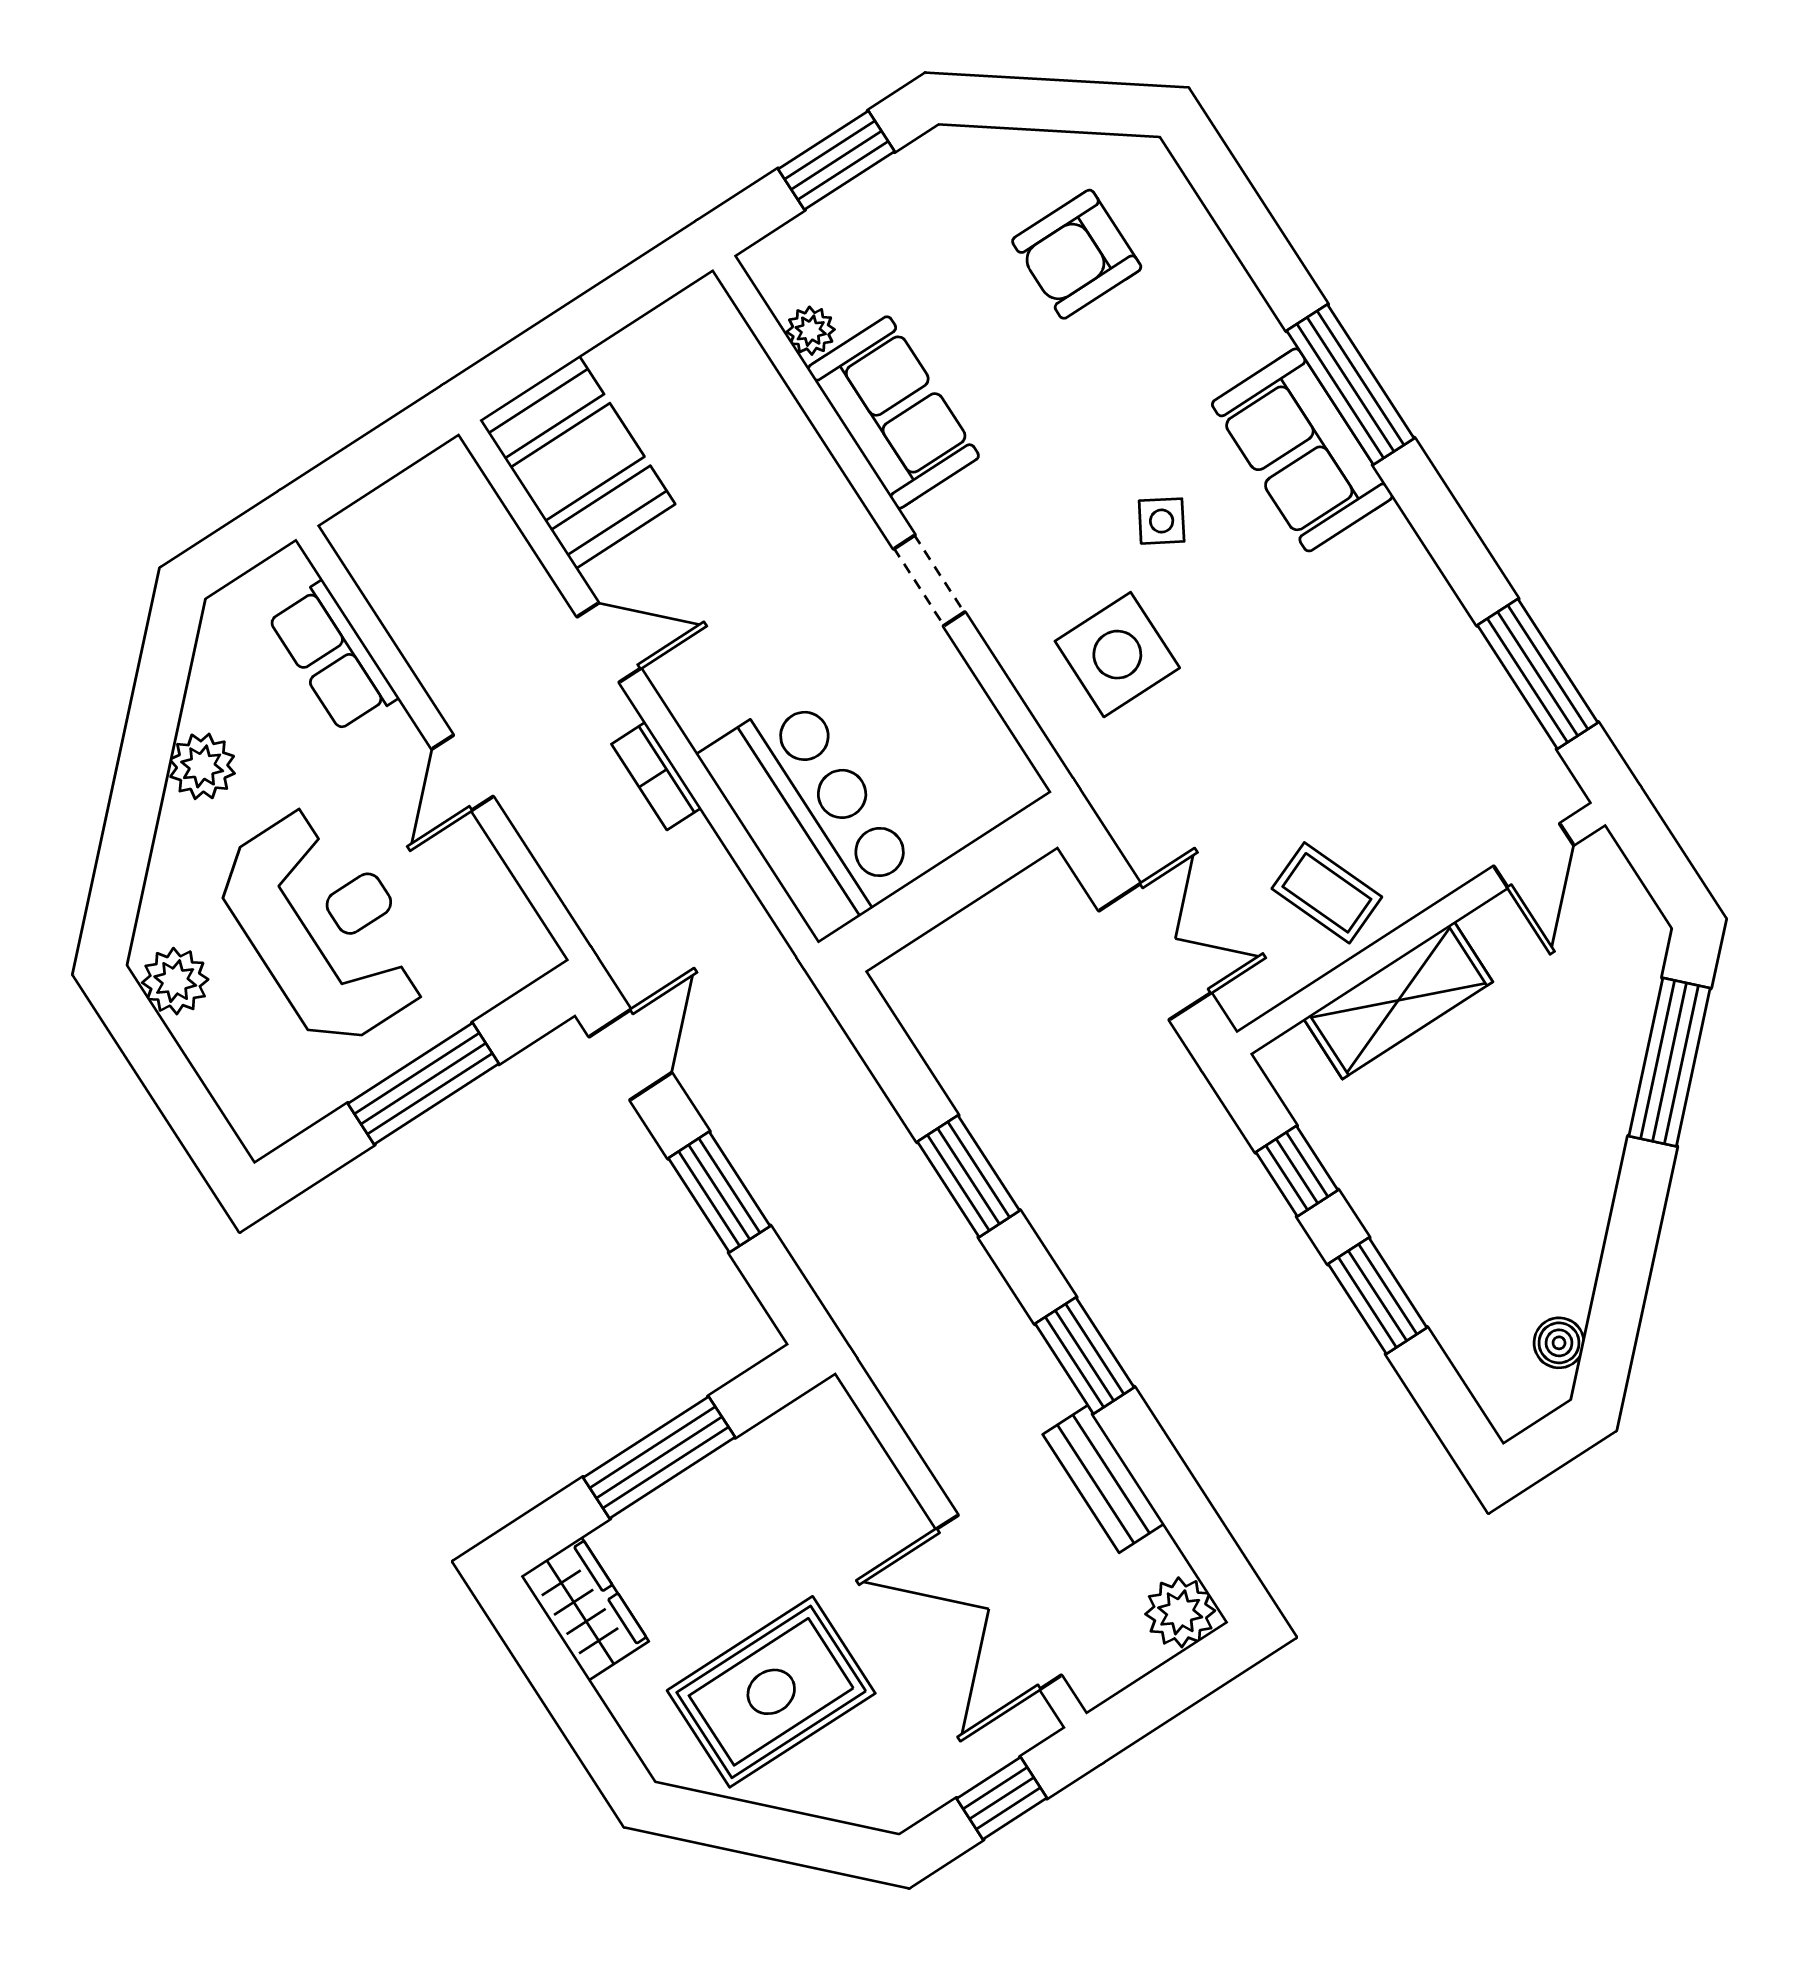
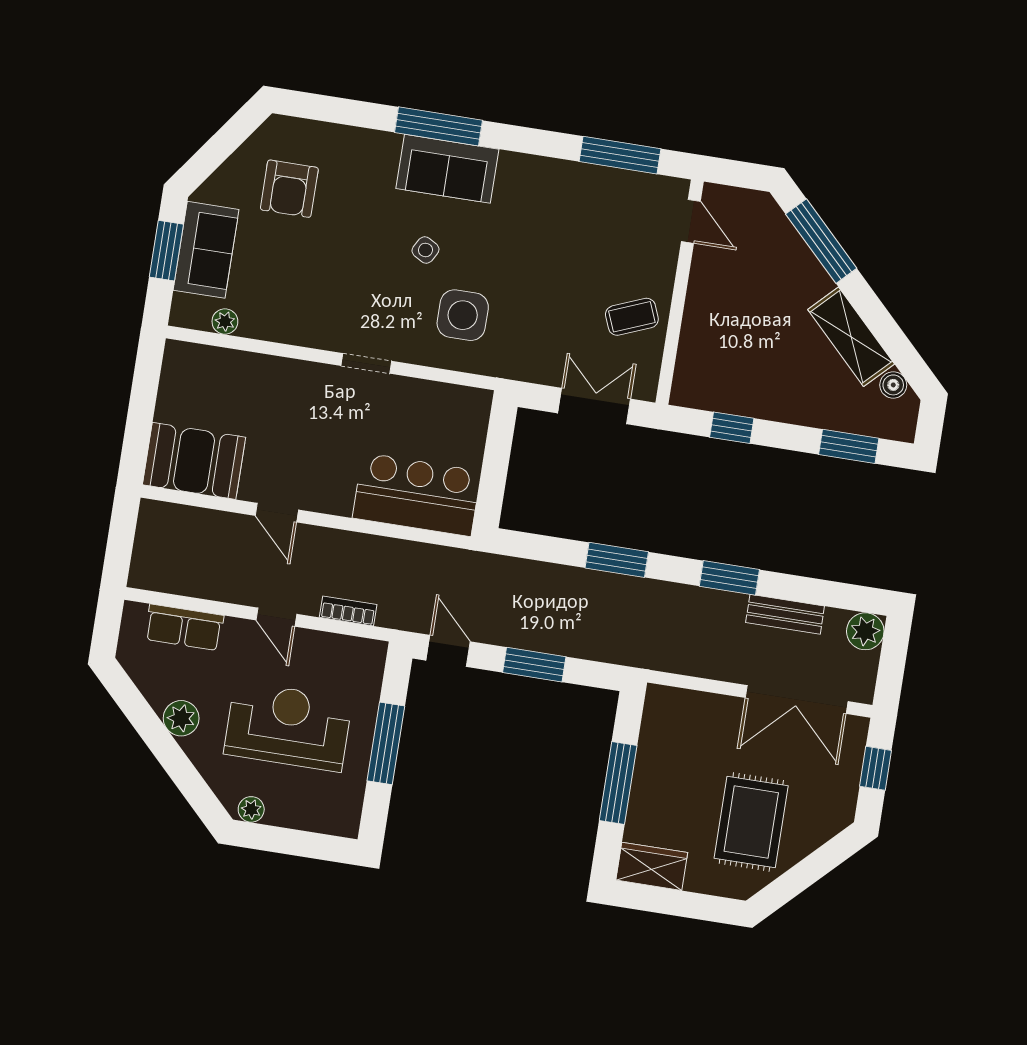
sofa: (893, 412) -> (206, 250), moved, turned 90
door: (609, 643) -> (277, 513), swing flipped
bookcase: (656, 776) -> (348, 611), moved, turned 180
plant: (175, 981) -> (251, 809), width x0.73, depth x0.73
shelving: (1398, 1000) -> (851, 337), moved, turned -45
window: (1378, 1296) -> (849, 446), moved

